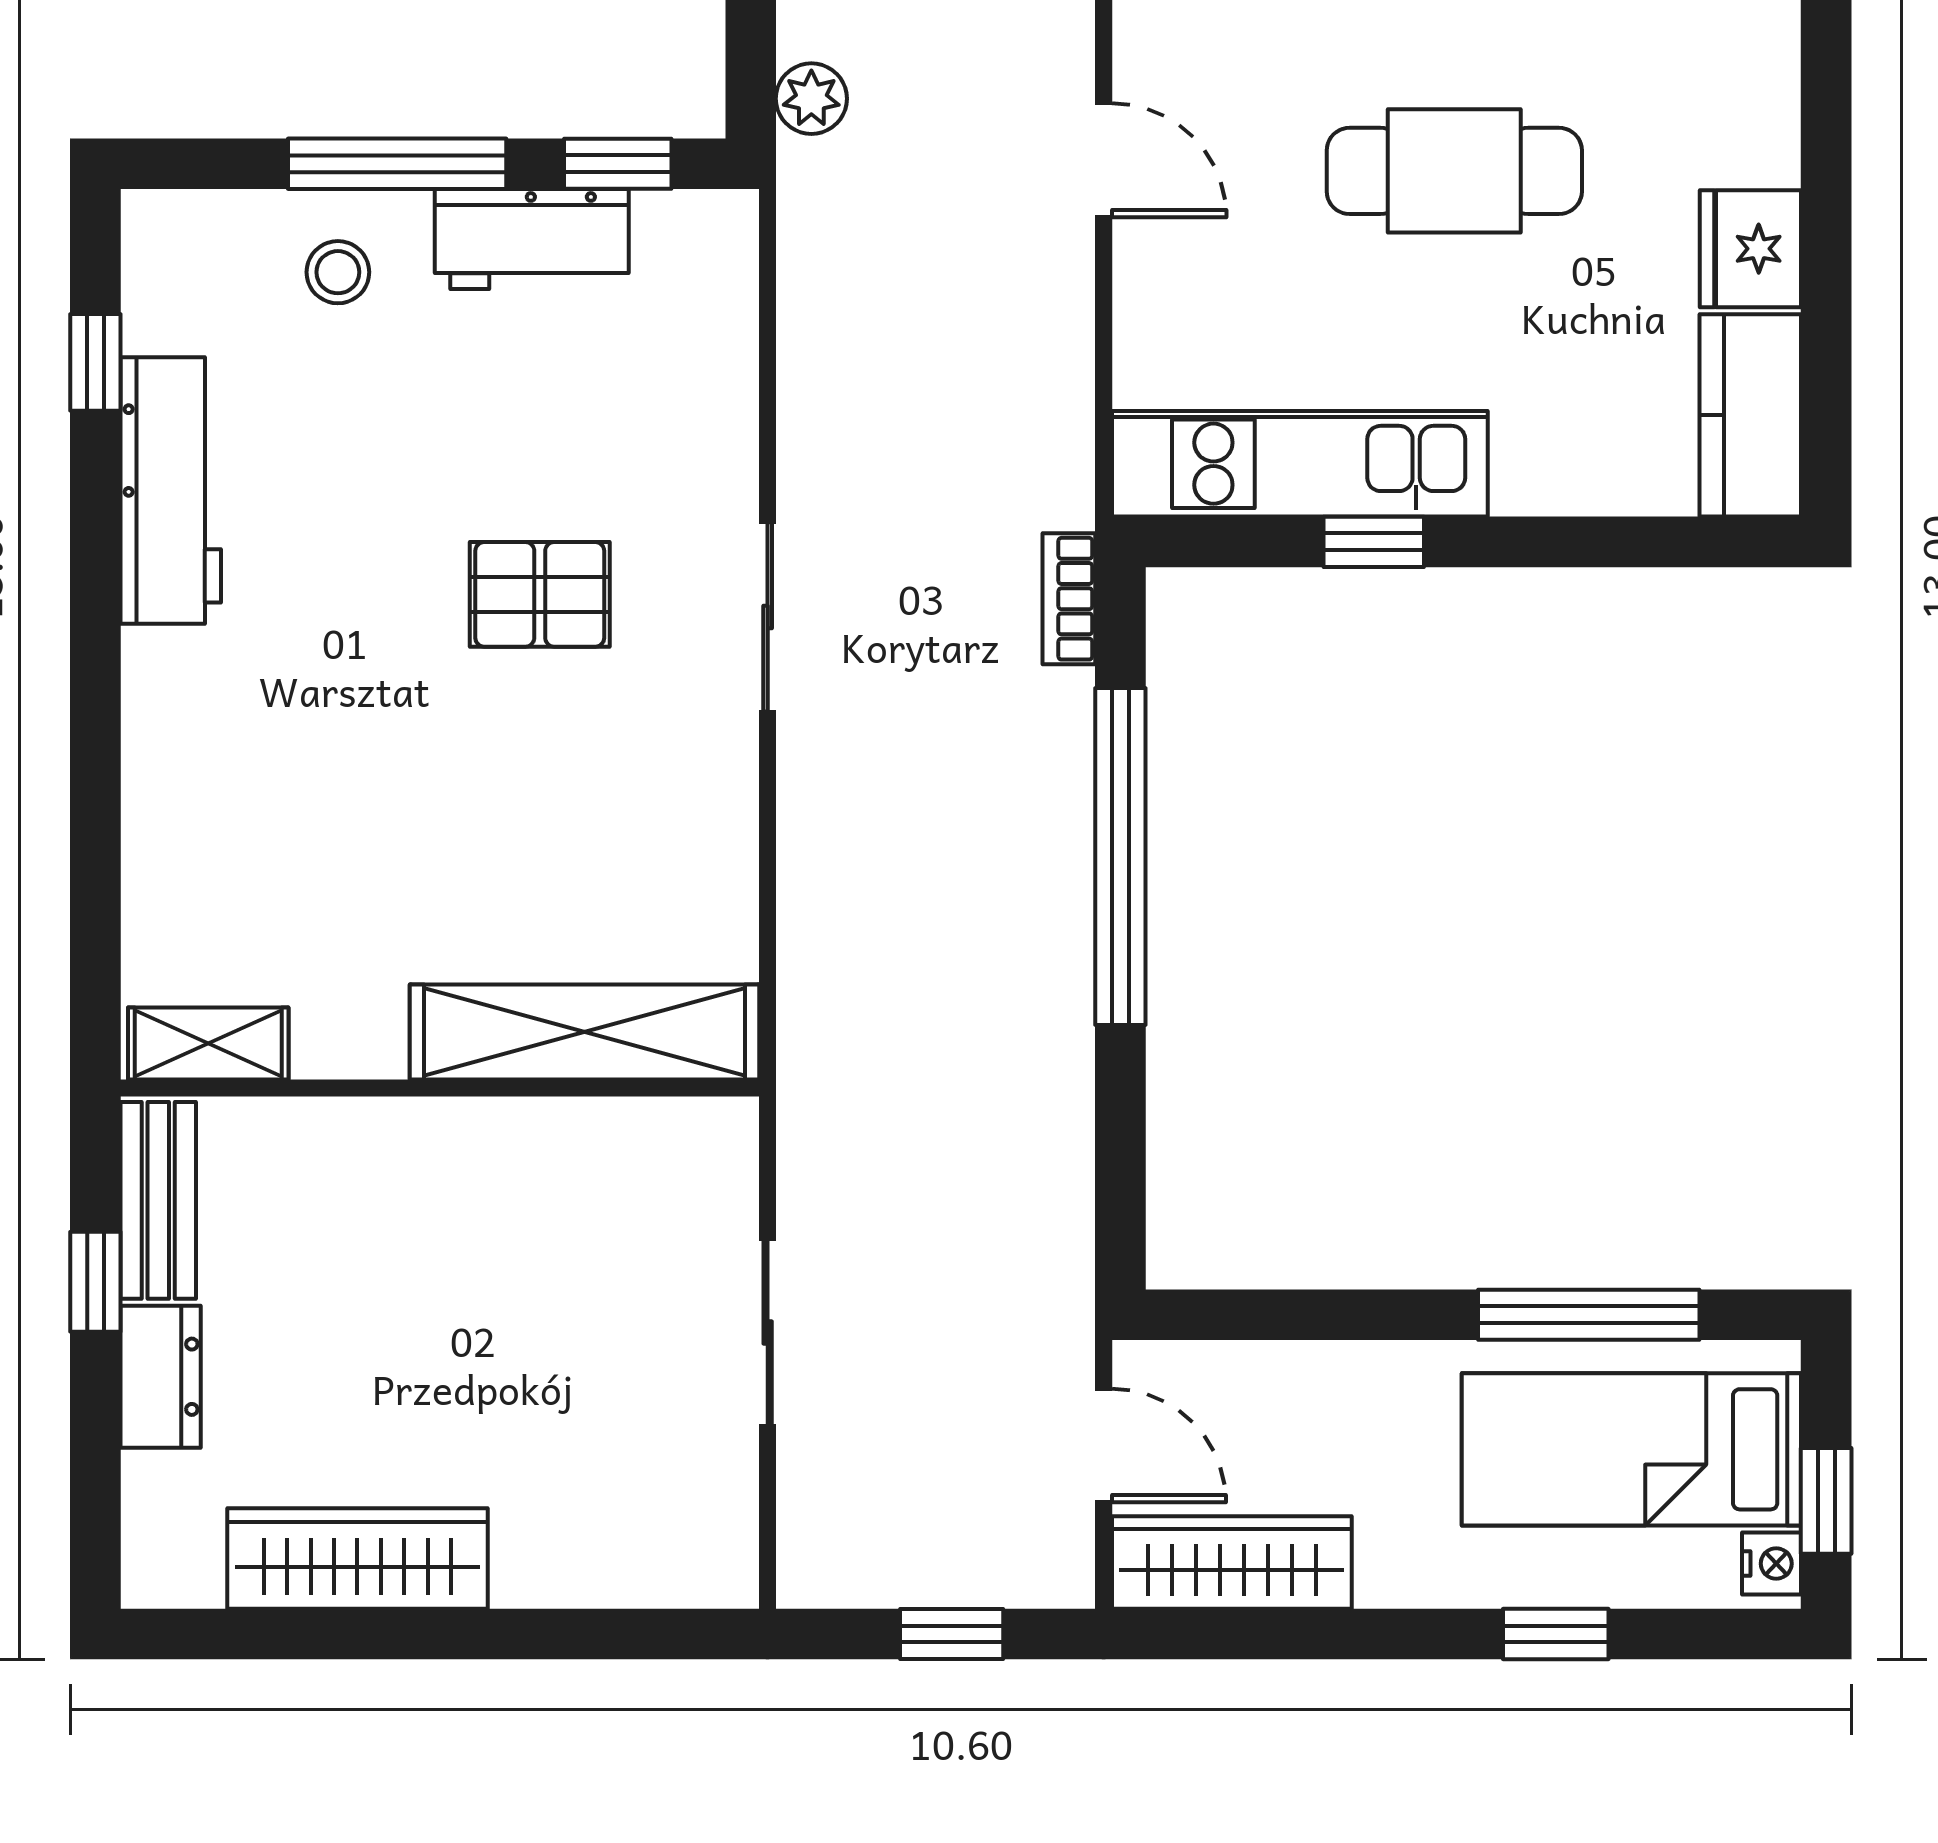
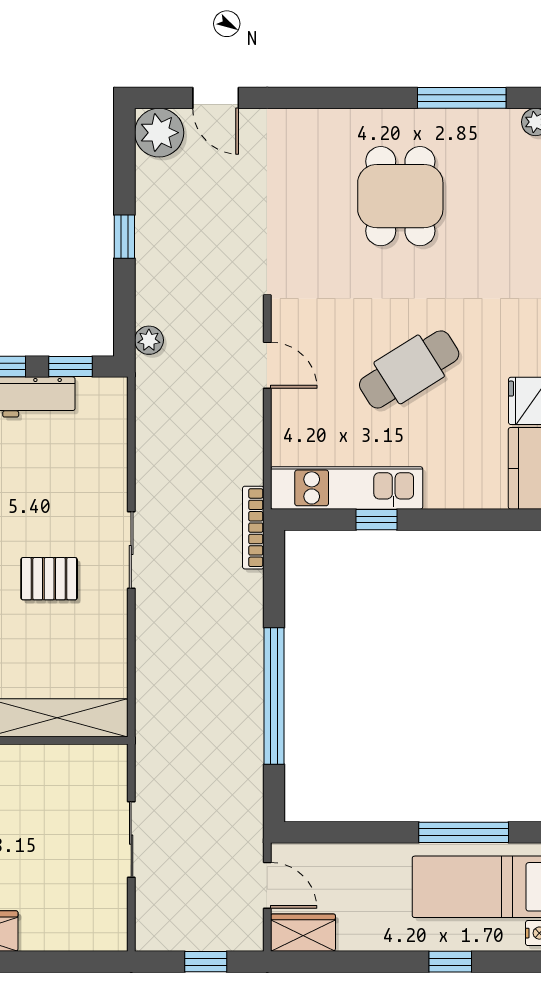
cafe table: (1454, 171) -> (409, 369), turned -32
pallet: (540, 594) -> (49, 579), moved
bookcase: (1069, 599) -> (253, 528), width x1.56
window: (1120, 857) -> (274, 696), moved
wardrobe: (1232, 1563) -> (303, 933), width x0.67

